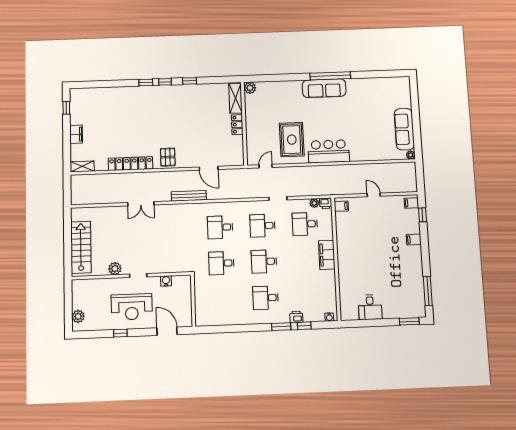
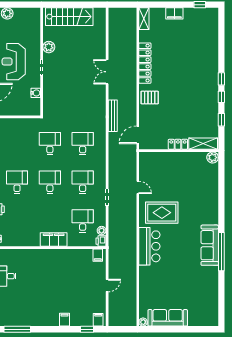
plant: (250, 88) -> (213, 157), moved
shelving: (235, 98) -> (203, 144), moved
wall: (244, 124) -> (179, 151), moved
locker: (237, 125) -> (178, 144), moved

